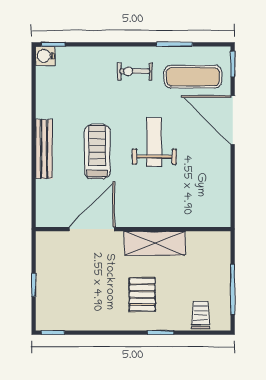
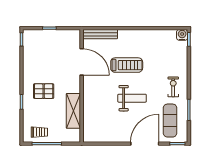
bench: (44, 149) -> (100, 34), moved
shelving: (155, 243) -> (73, 111), moved
trolley: (201, 315) -> (39, 132), moved

